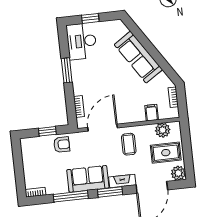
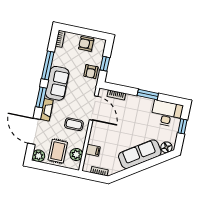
floor lamp: (120, 29) -> (166, 147), added
armchair: (32, 160) -> (86, 44), added

